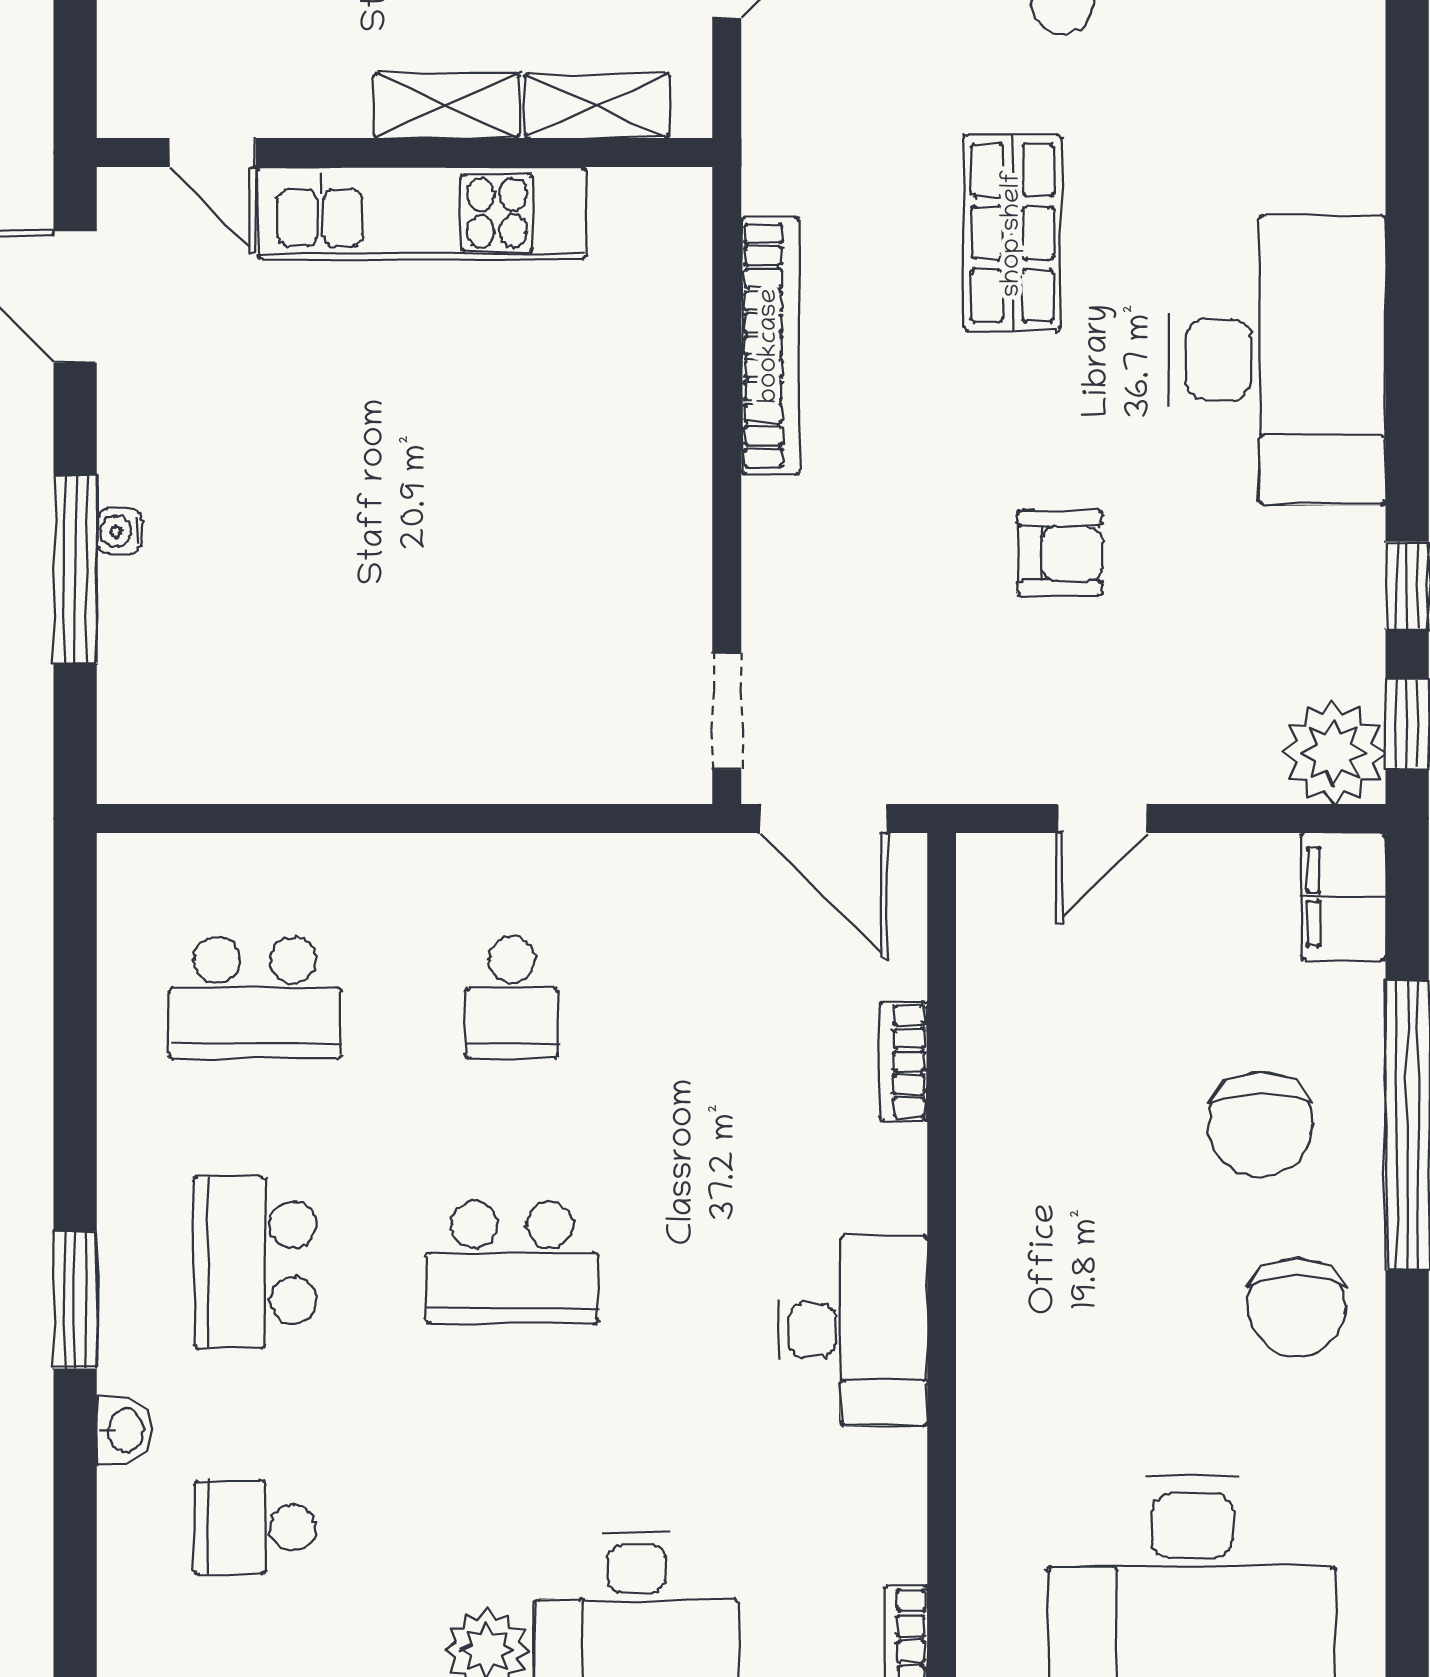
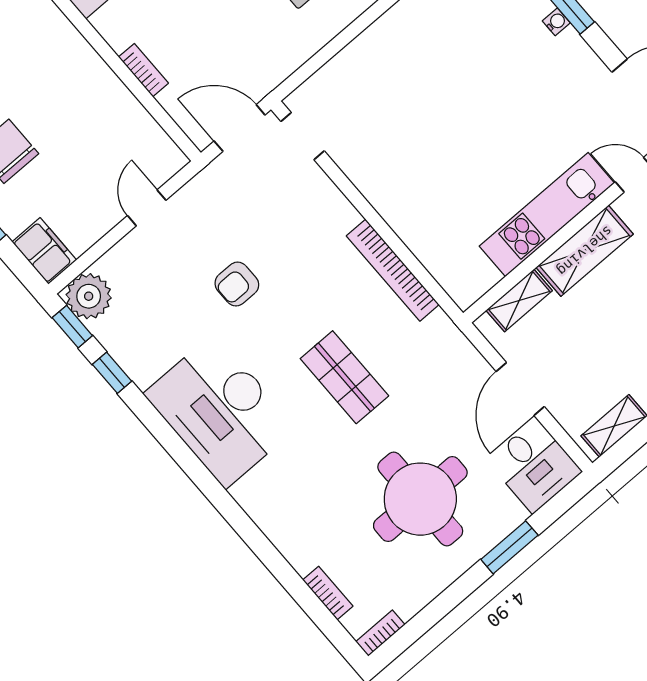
shelving: (447, 105) -> (585, 251), width x1.50, depth x1.33

